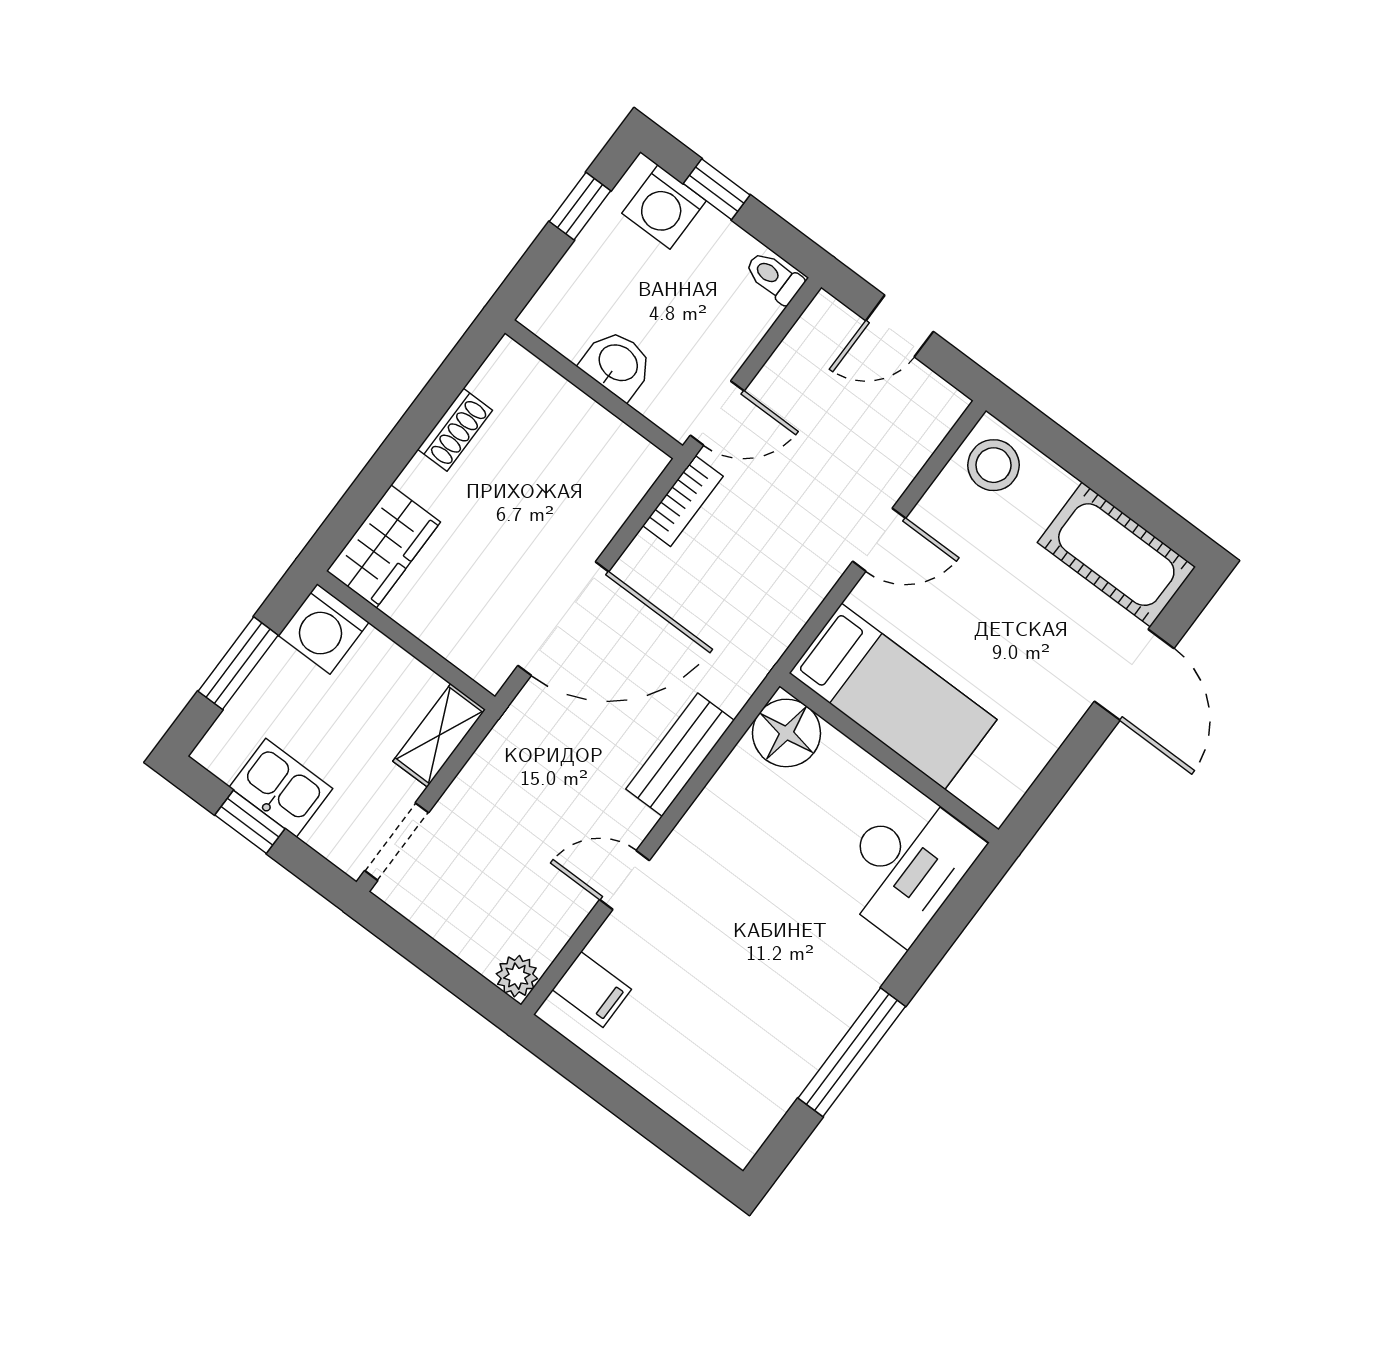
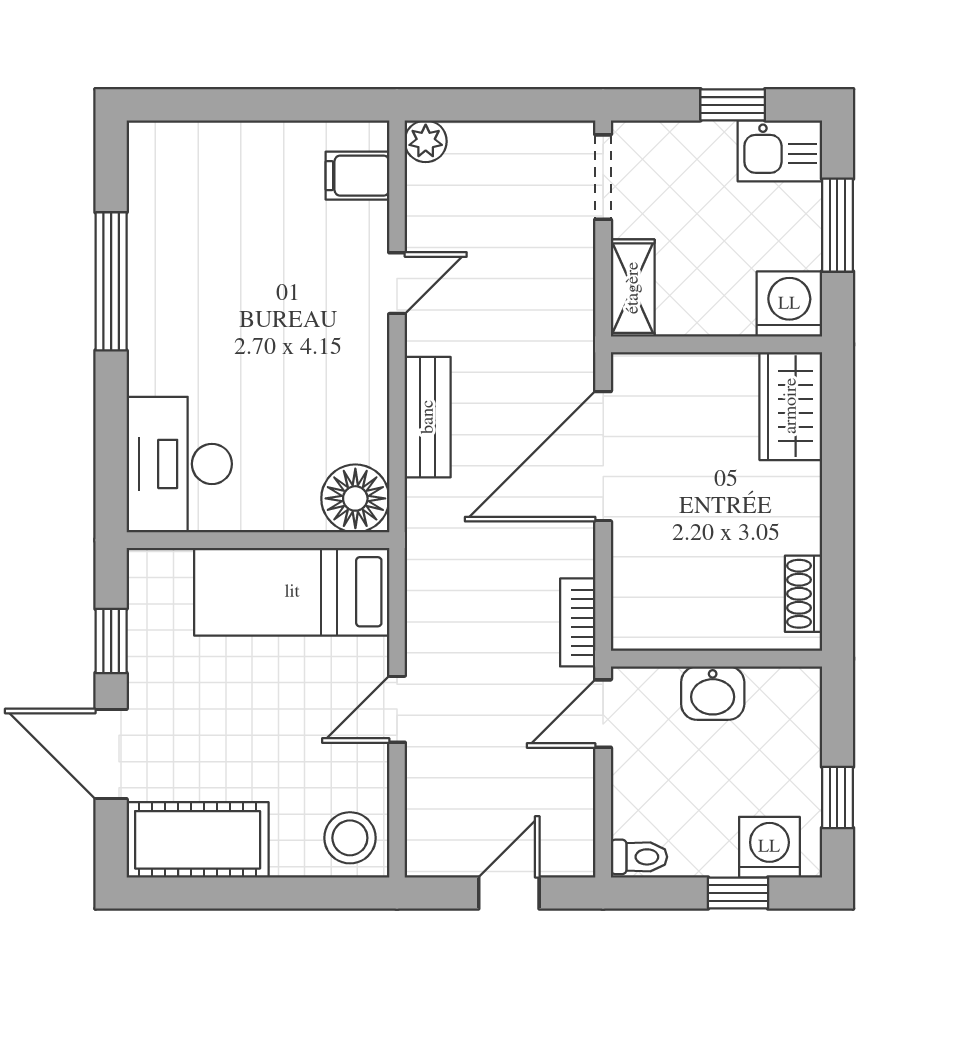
shoe rack: (455, 430) -> (803, 594), moved
window: (1067, 765) -> (111, 641), added
kitchen sink: (281, 788) -> (780, 151), moved

